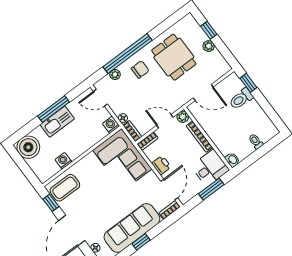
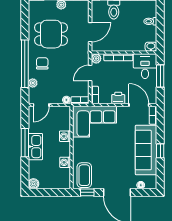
washing machine: (111, 125) -> (65, 136), moved
boiler: (28, 147) -> (33, 184), width x0.54, depth x0.54

